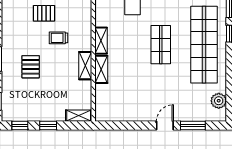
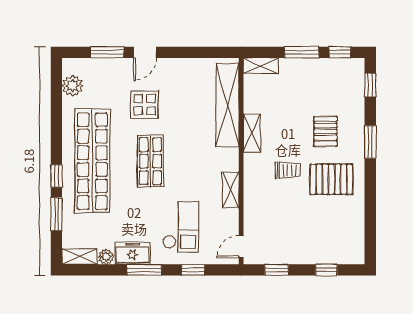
pallet: (44, 13) -> (331, 179), moved, width x1.50, depth x1.42
shelving: (101, 41) -> (231, 190), moved
shelving: (101, 69) -> (227, 105), width x2.20, depth x1.33
display table: (165, 87) -> (144, 105), added
window: (48, 126) -> (302, 52), width x1.50

